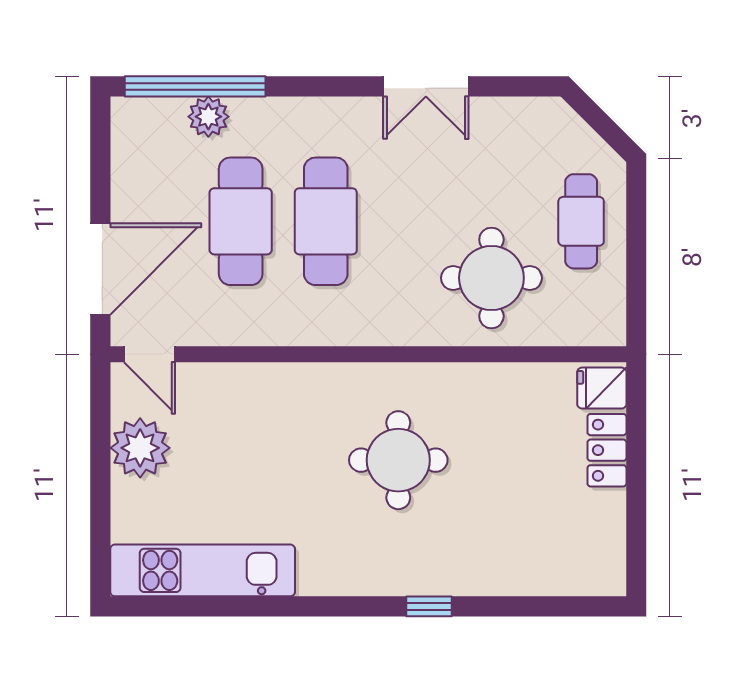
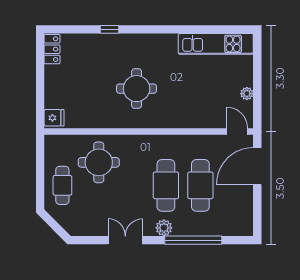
window: (195, 86) -> (193, 240), moved
plant: (208, 117) -> (164, 228), moved
plant: (140, 448) -> (247, 94), width x0.53, depth x0.53
locker: (607, 450) -> (52, 49), moved
window: (429, 606) -> (110, 29), moved

